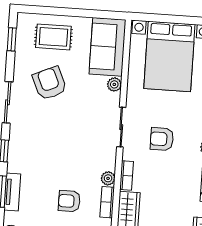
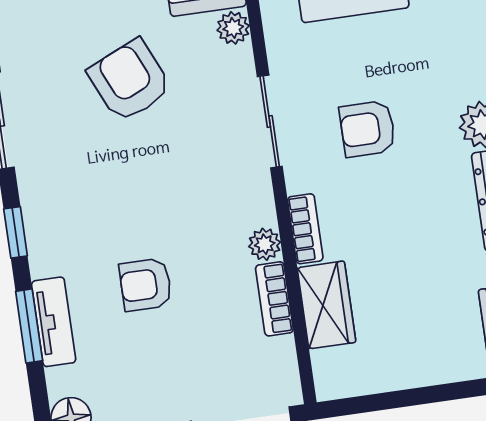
armchair: (50, 83) -> (130, 80), moved
armchair: (69, 201) -> (146, 285), moved

